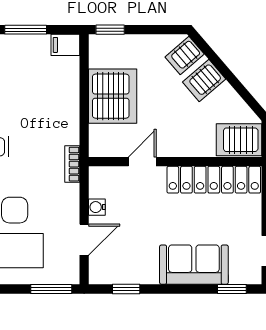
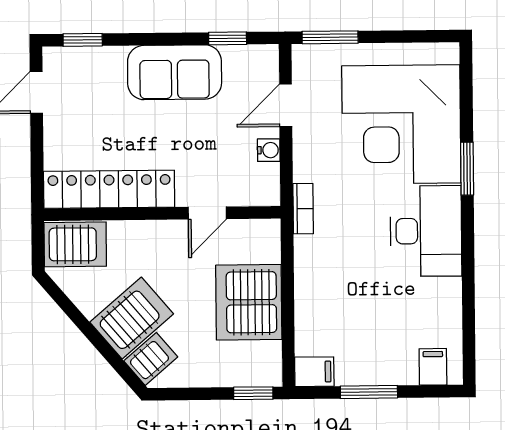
server rack: (204, 81) -> (132, 318), width x1.36, depth x1.44
sofa: (194, 265) -> (175, 72), moved

